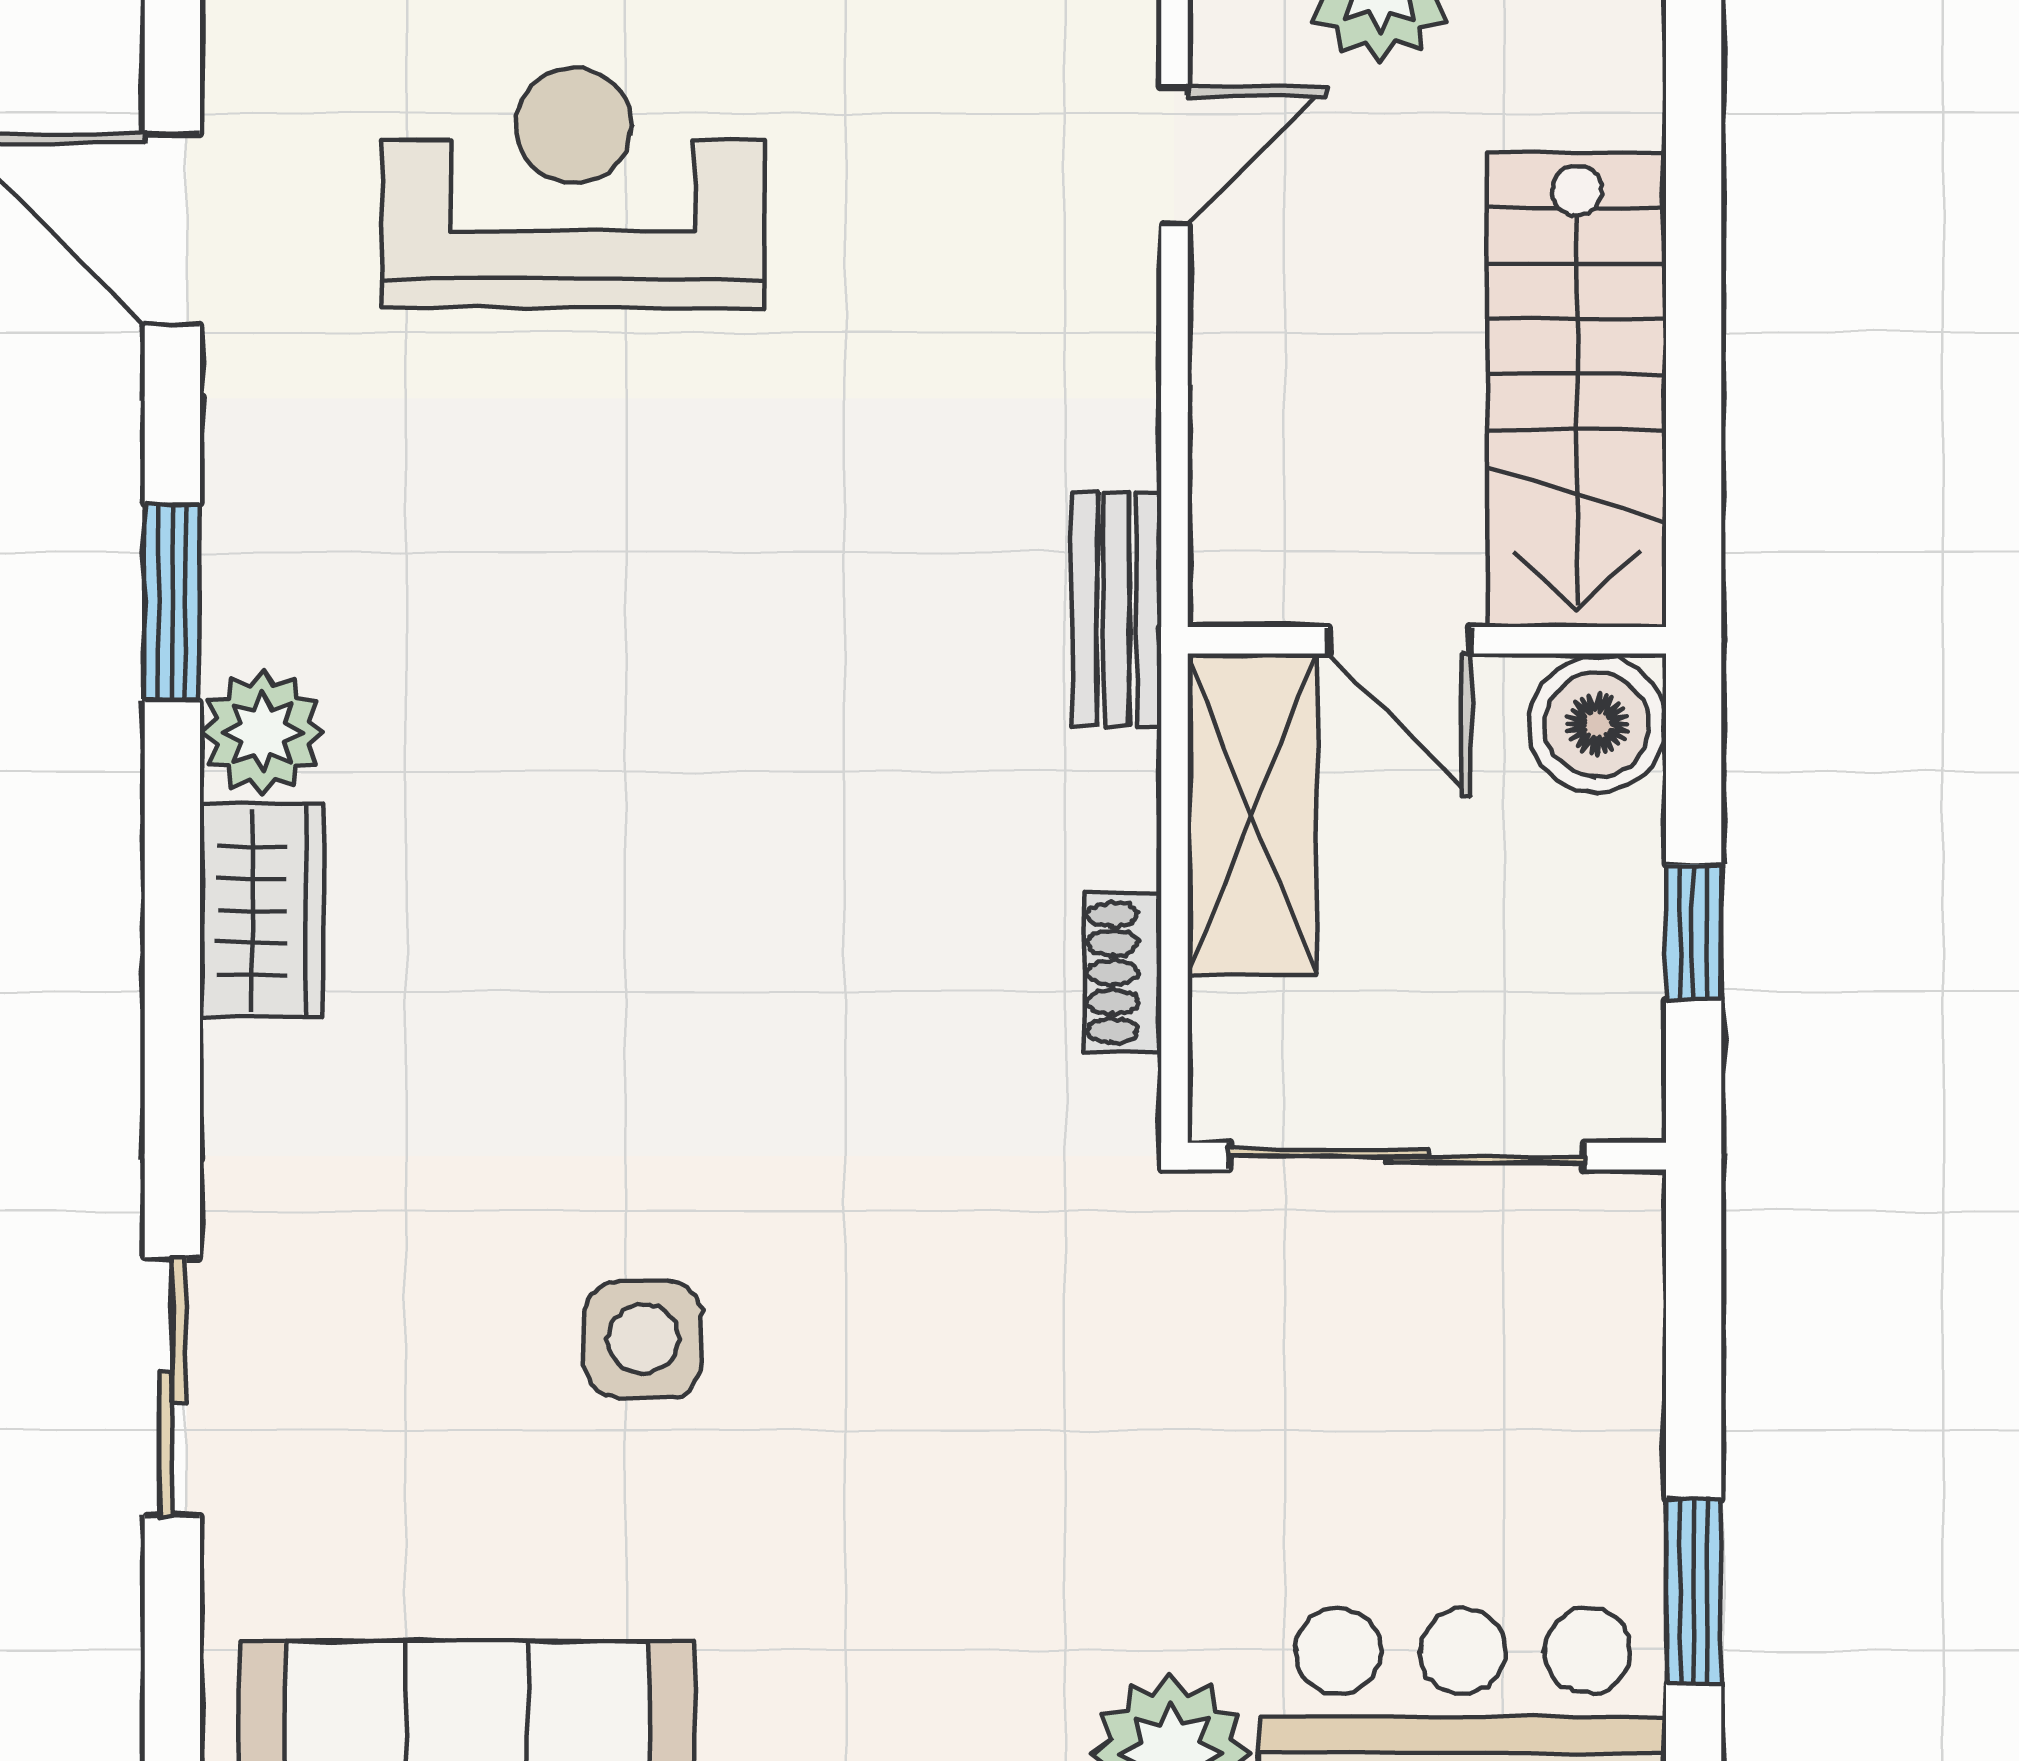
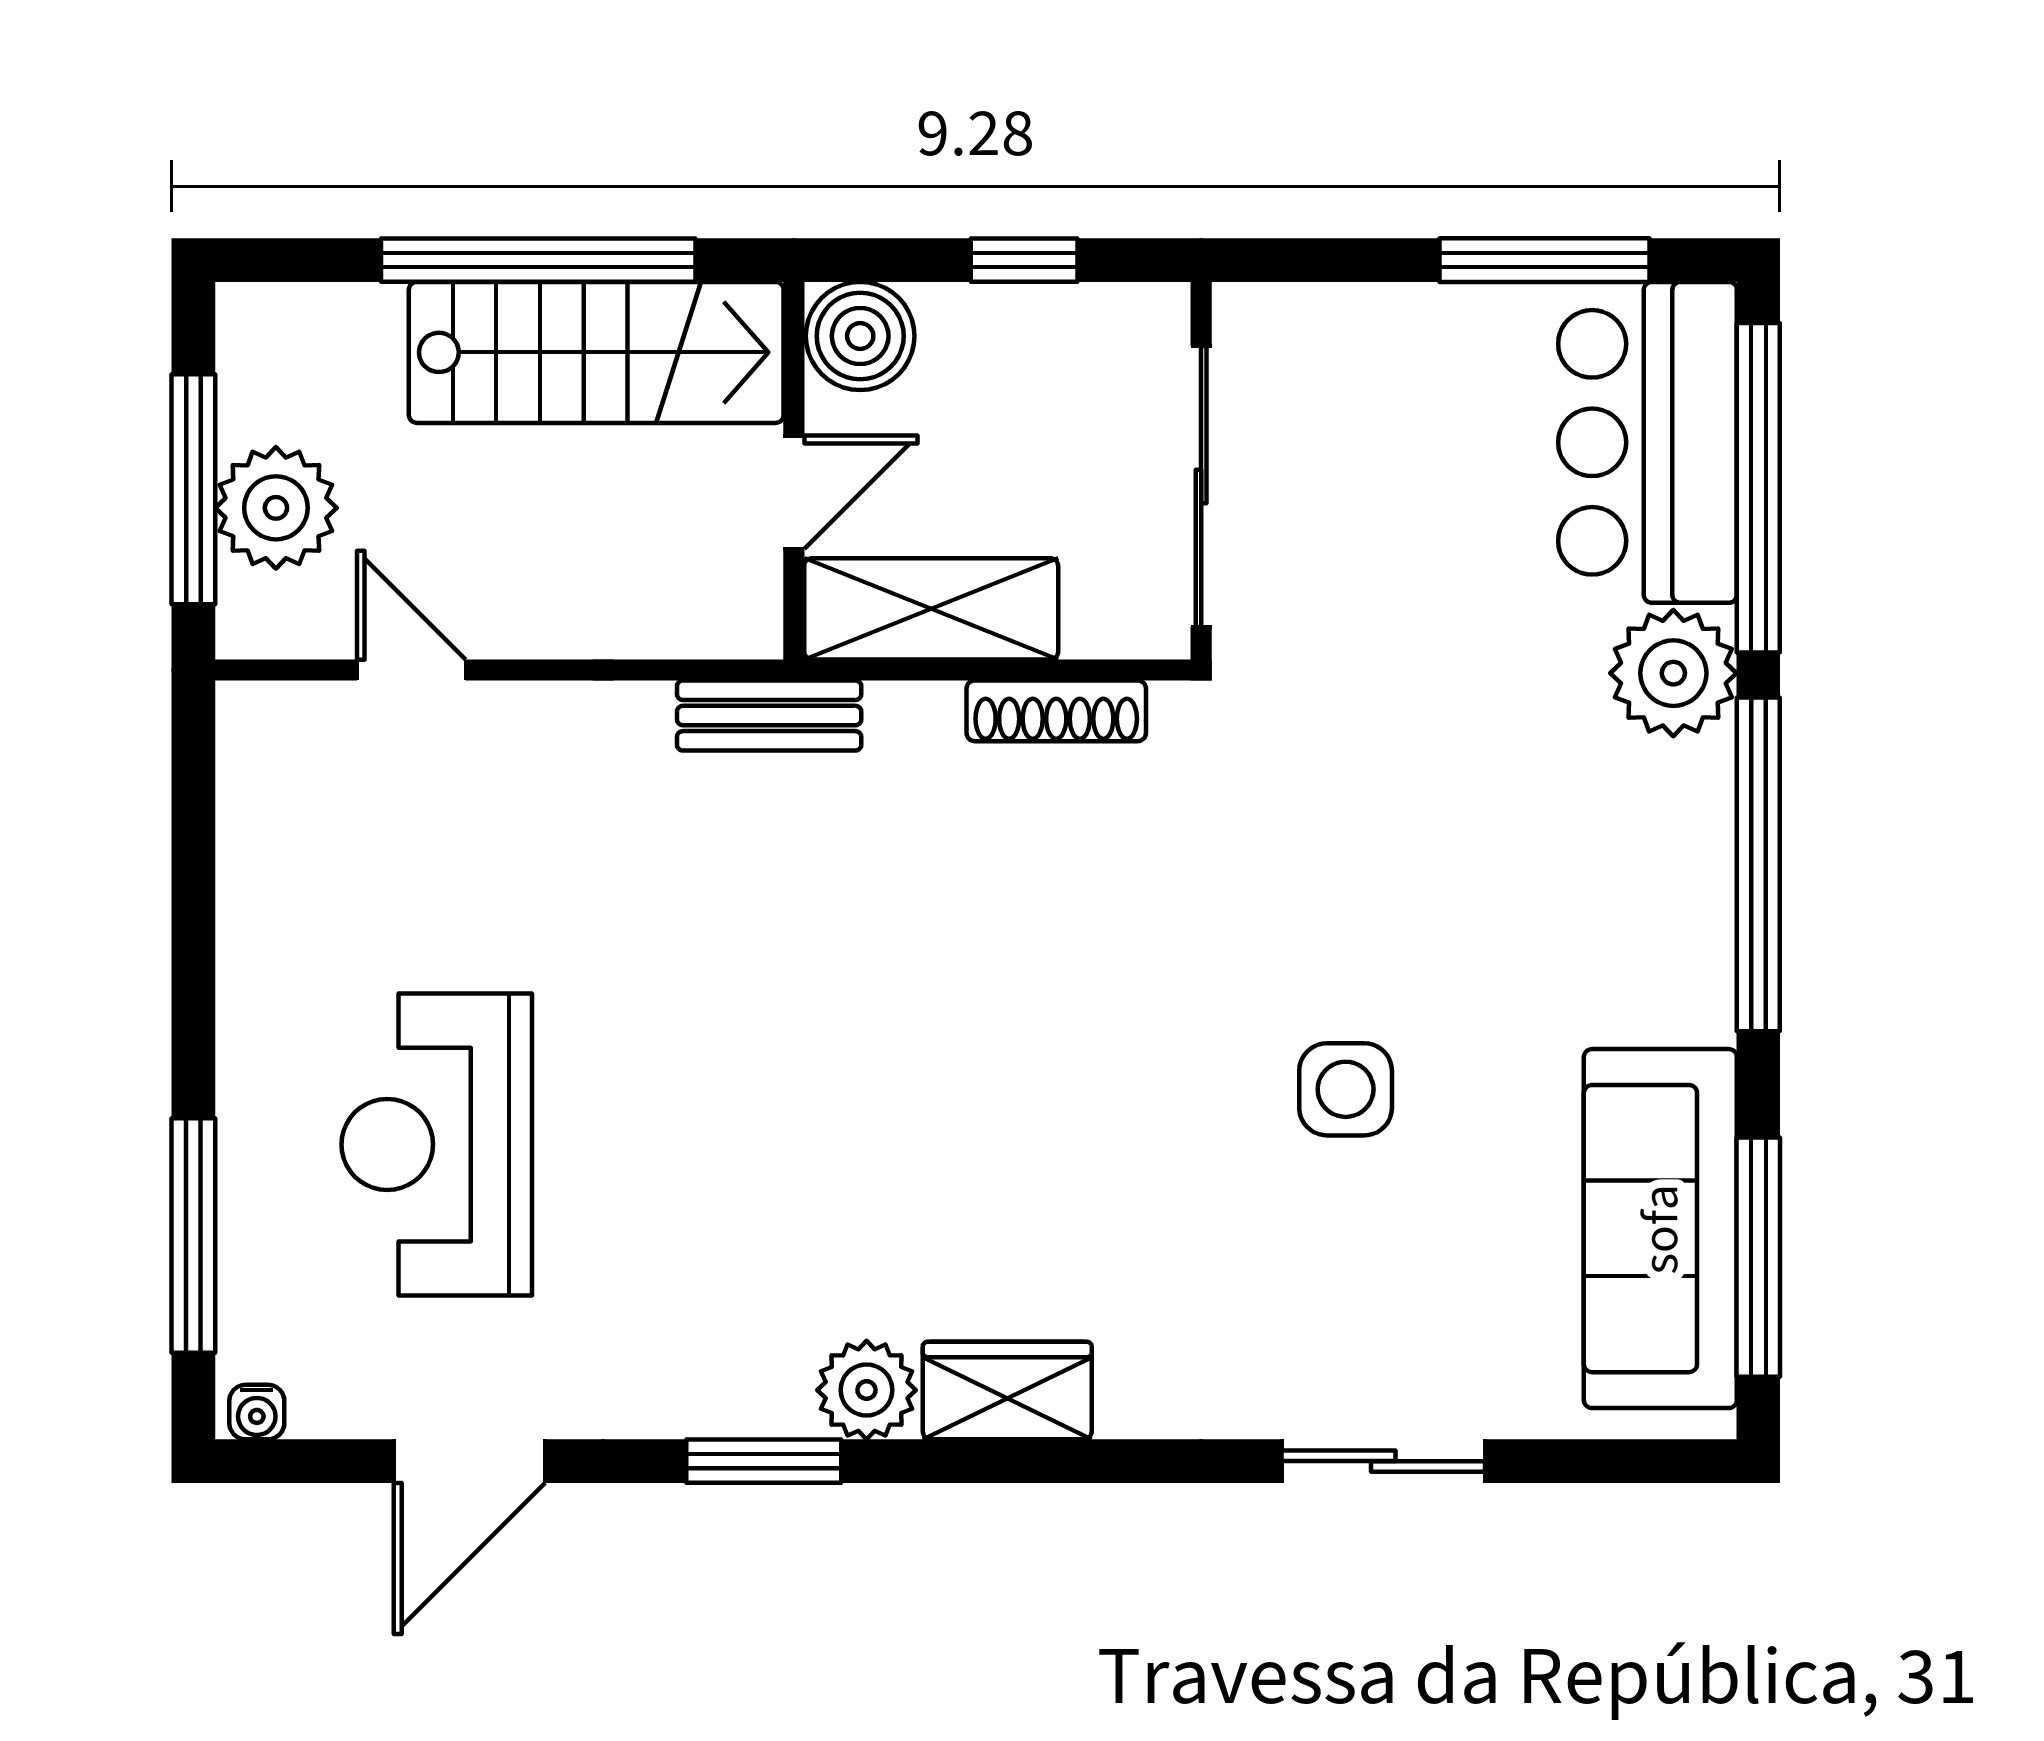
window: (1694, 316) -> (538, 260), added
shoe rack: (1123, 973) -> (1056, 711), width x1.43
window: (1694, 1591) -> (1545, 260), width x1.44

